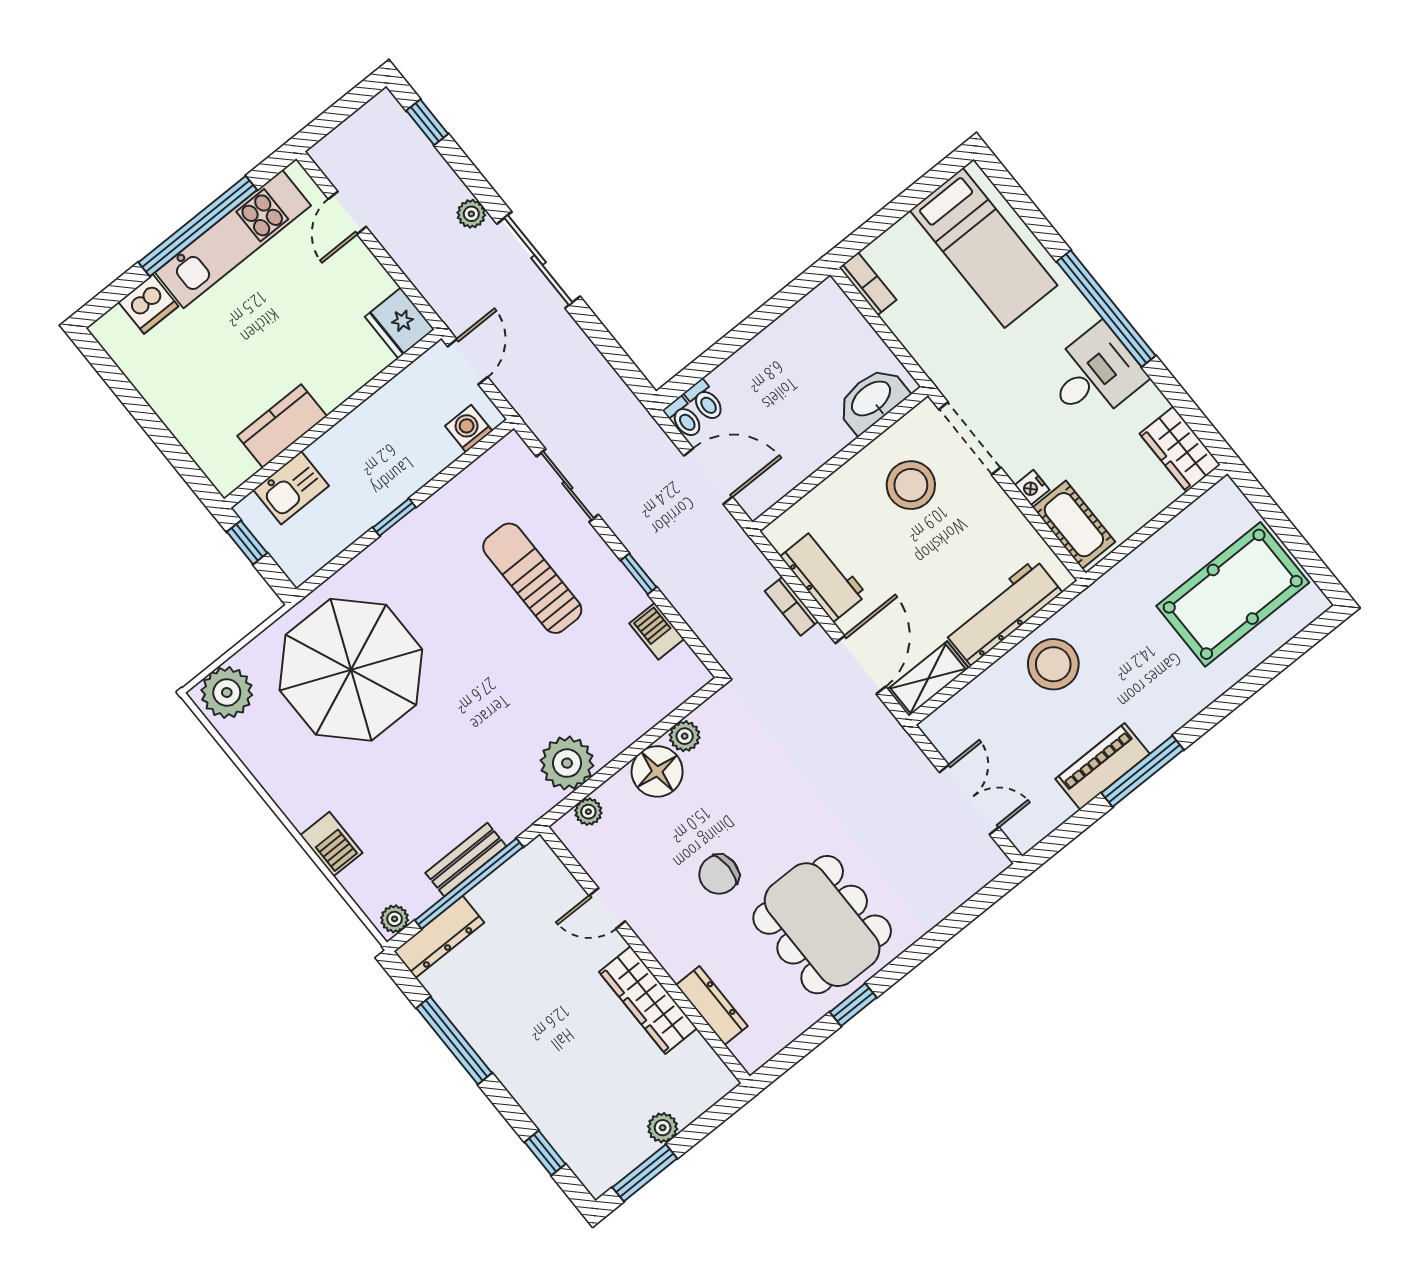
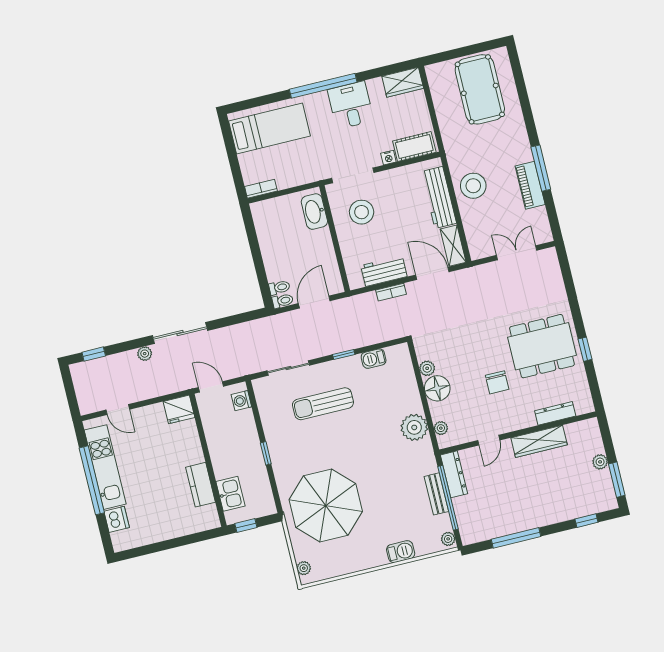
plant: (227, 692) -> (304, 568), width x0.53, depth x0.53
dresser: (439, 937) -> (454, 474), moved

